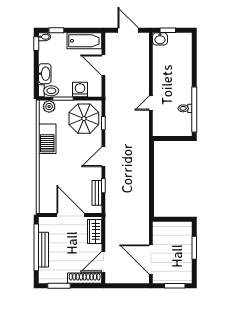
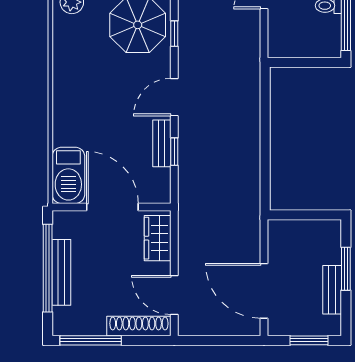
barbecue: (47, 139) -> (68, 175), moved
bench: (97, 193) -> (162, 143), moved
bench: (187, 259) -> (332, 290), added
door: (103, 262) -> (174, 295), hinge flipped
window: (59, 286) -> (91, 340), width x1.44

